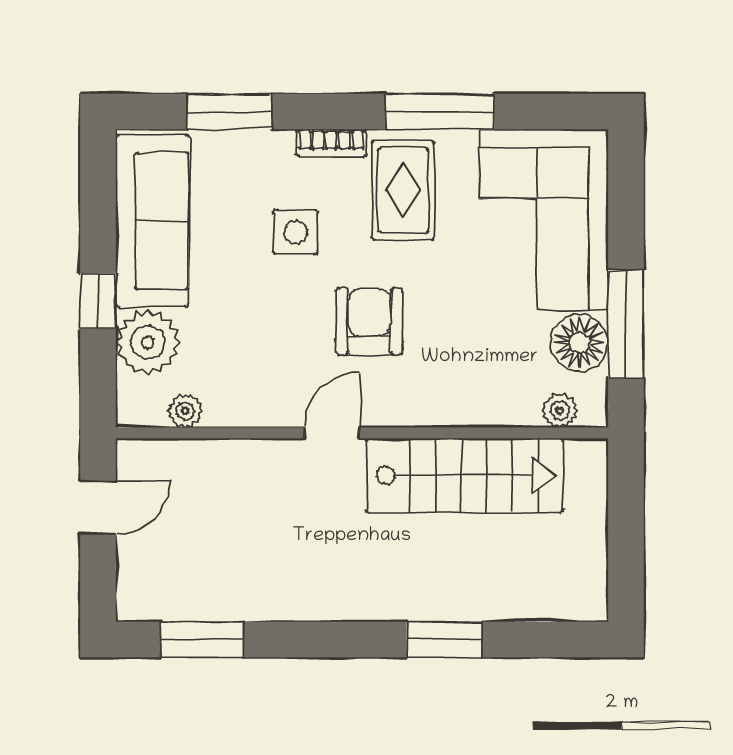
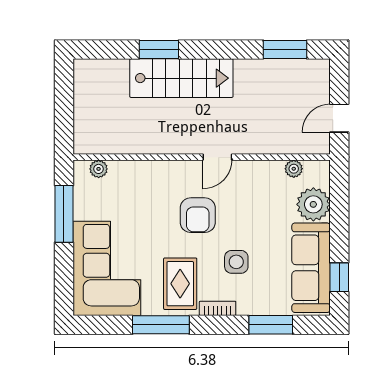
window: (98, 301) -> (339, 277), moved
floor lamp: (580, 343) -> (88, 204), removed
stairs: (465, 475) -> (181, 78), moved, turned 180

